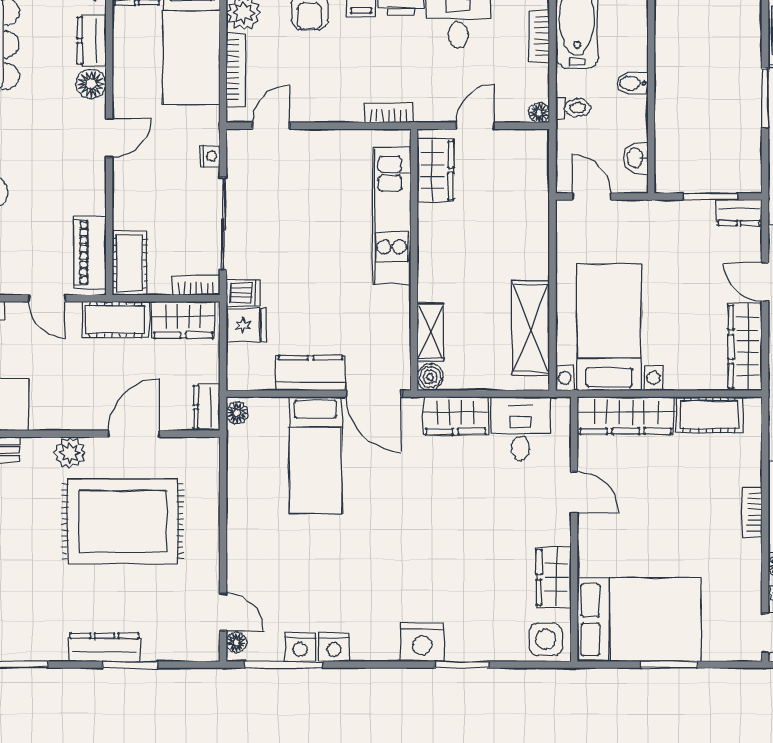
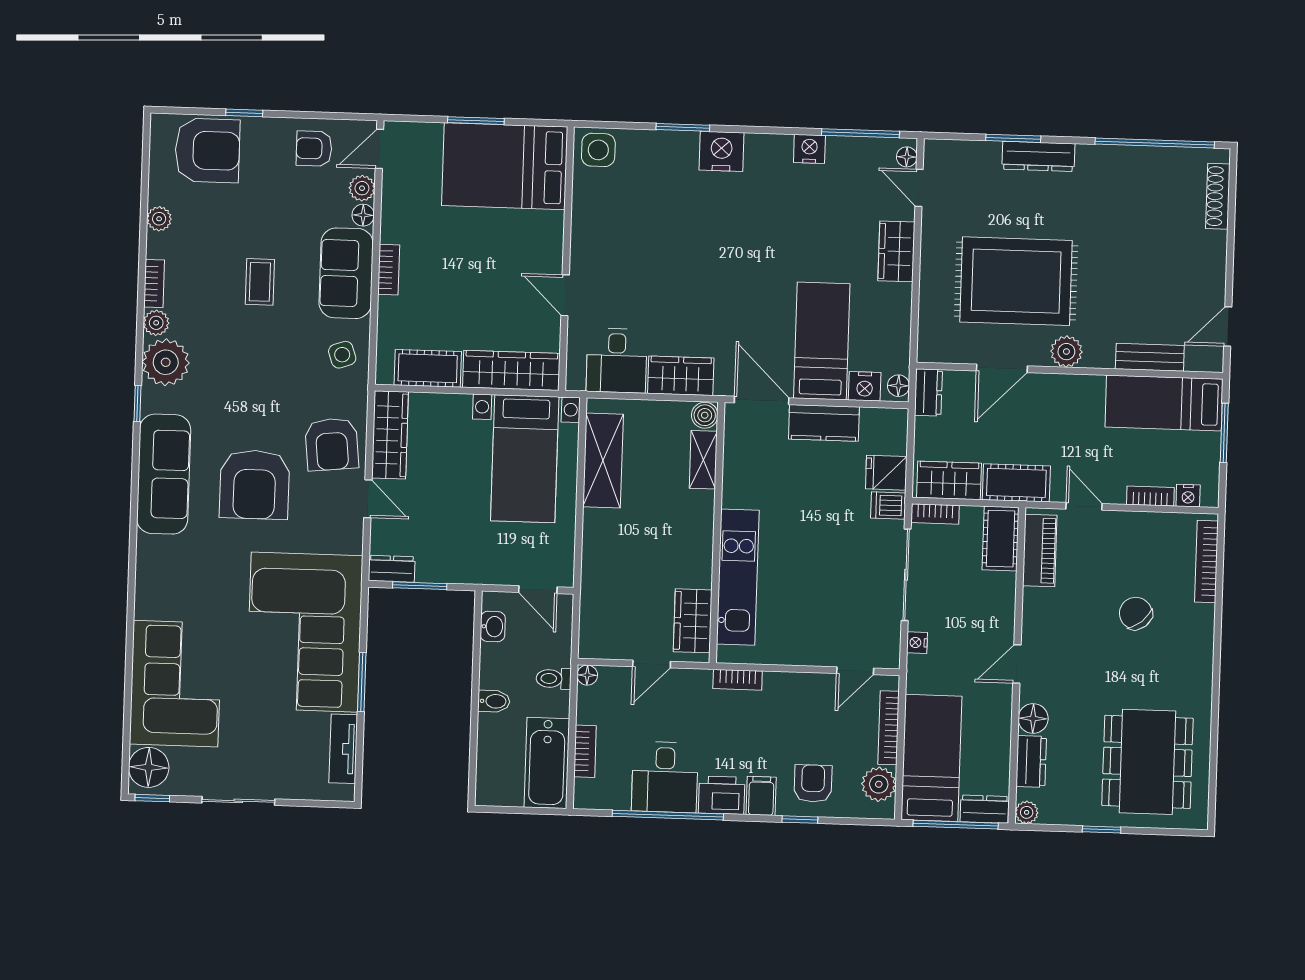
wardrobe: (554, 577) -> (896, 251), moved, turned 180
nightstand: (300, 647) -> (865, 386), moved, turned 180

